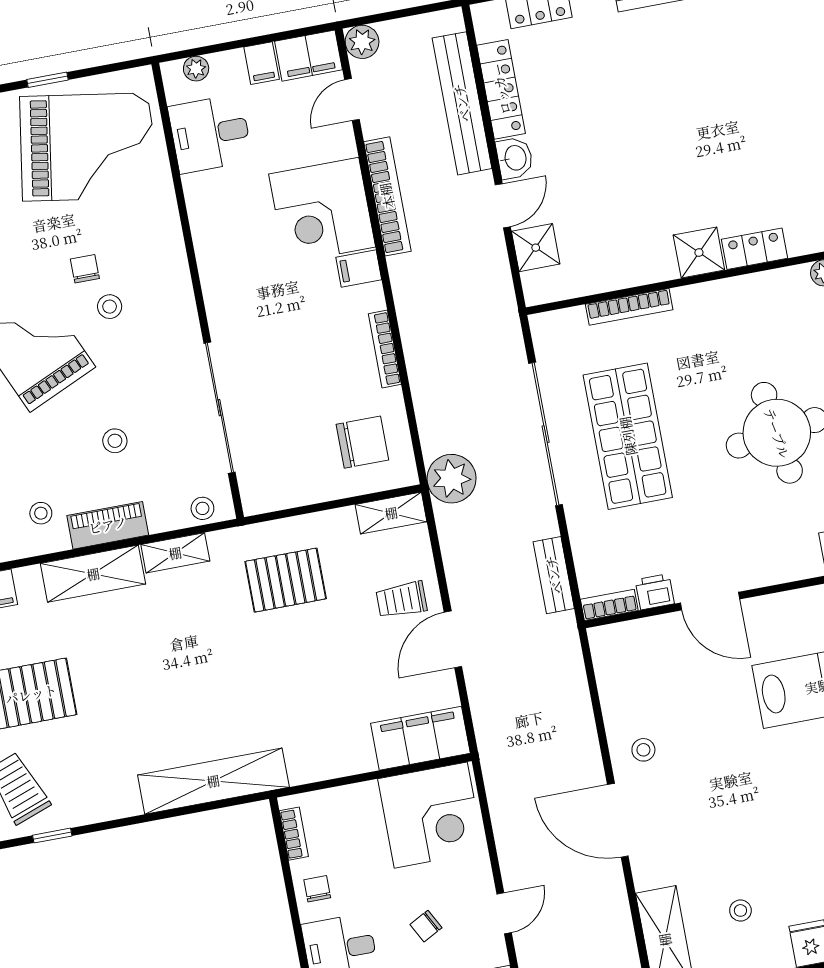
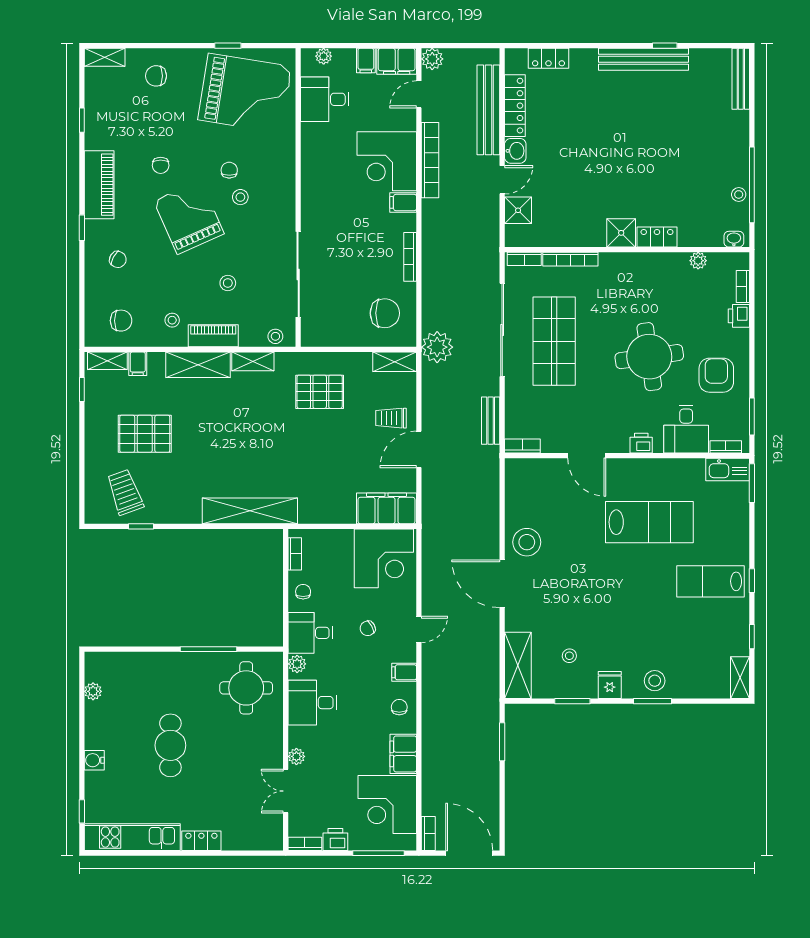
bookcase: (559, 320) -> (524, 259), added
printer: (655, 592) -> (641, 443), moved
stool: (643, 750) -> (527, 542), width x1.89, depth x1.89

